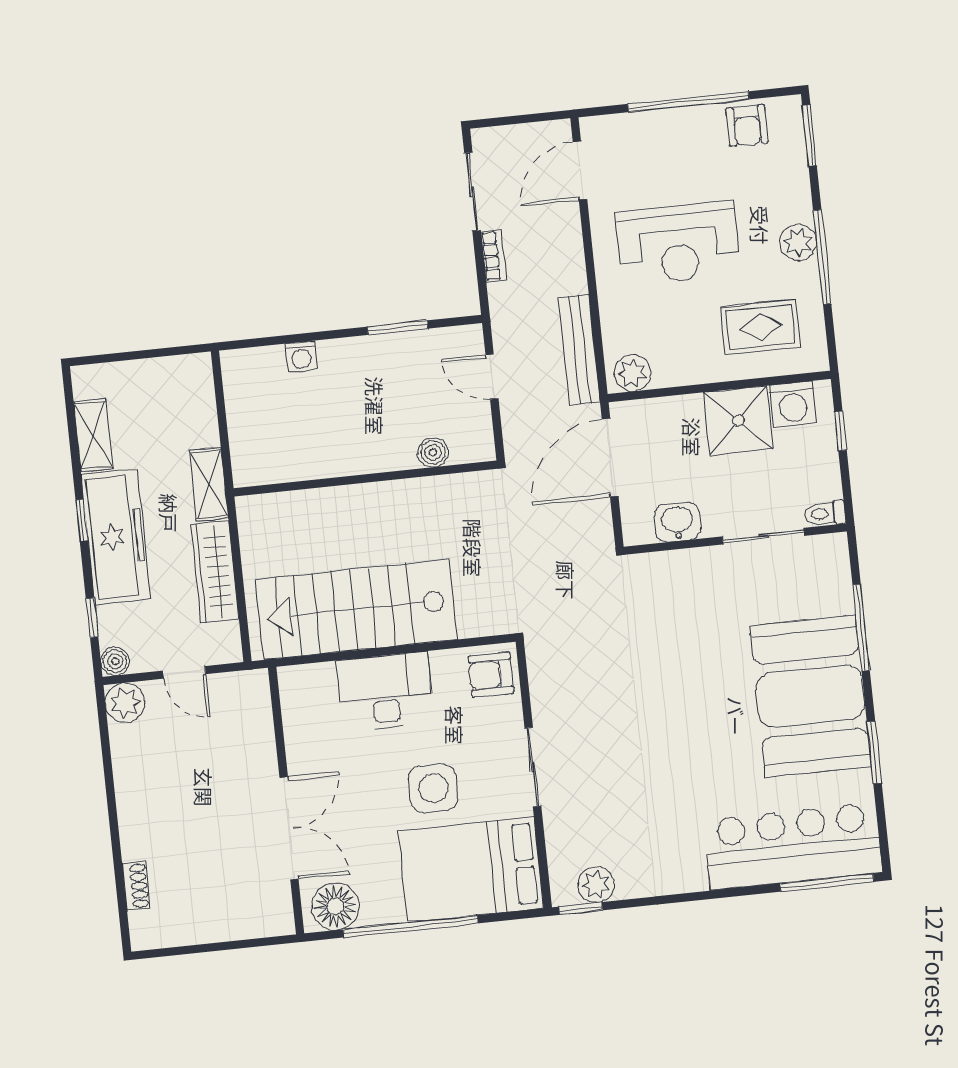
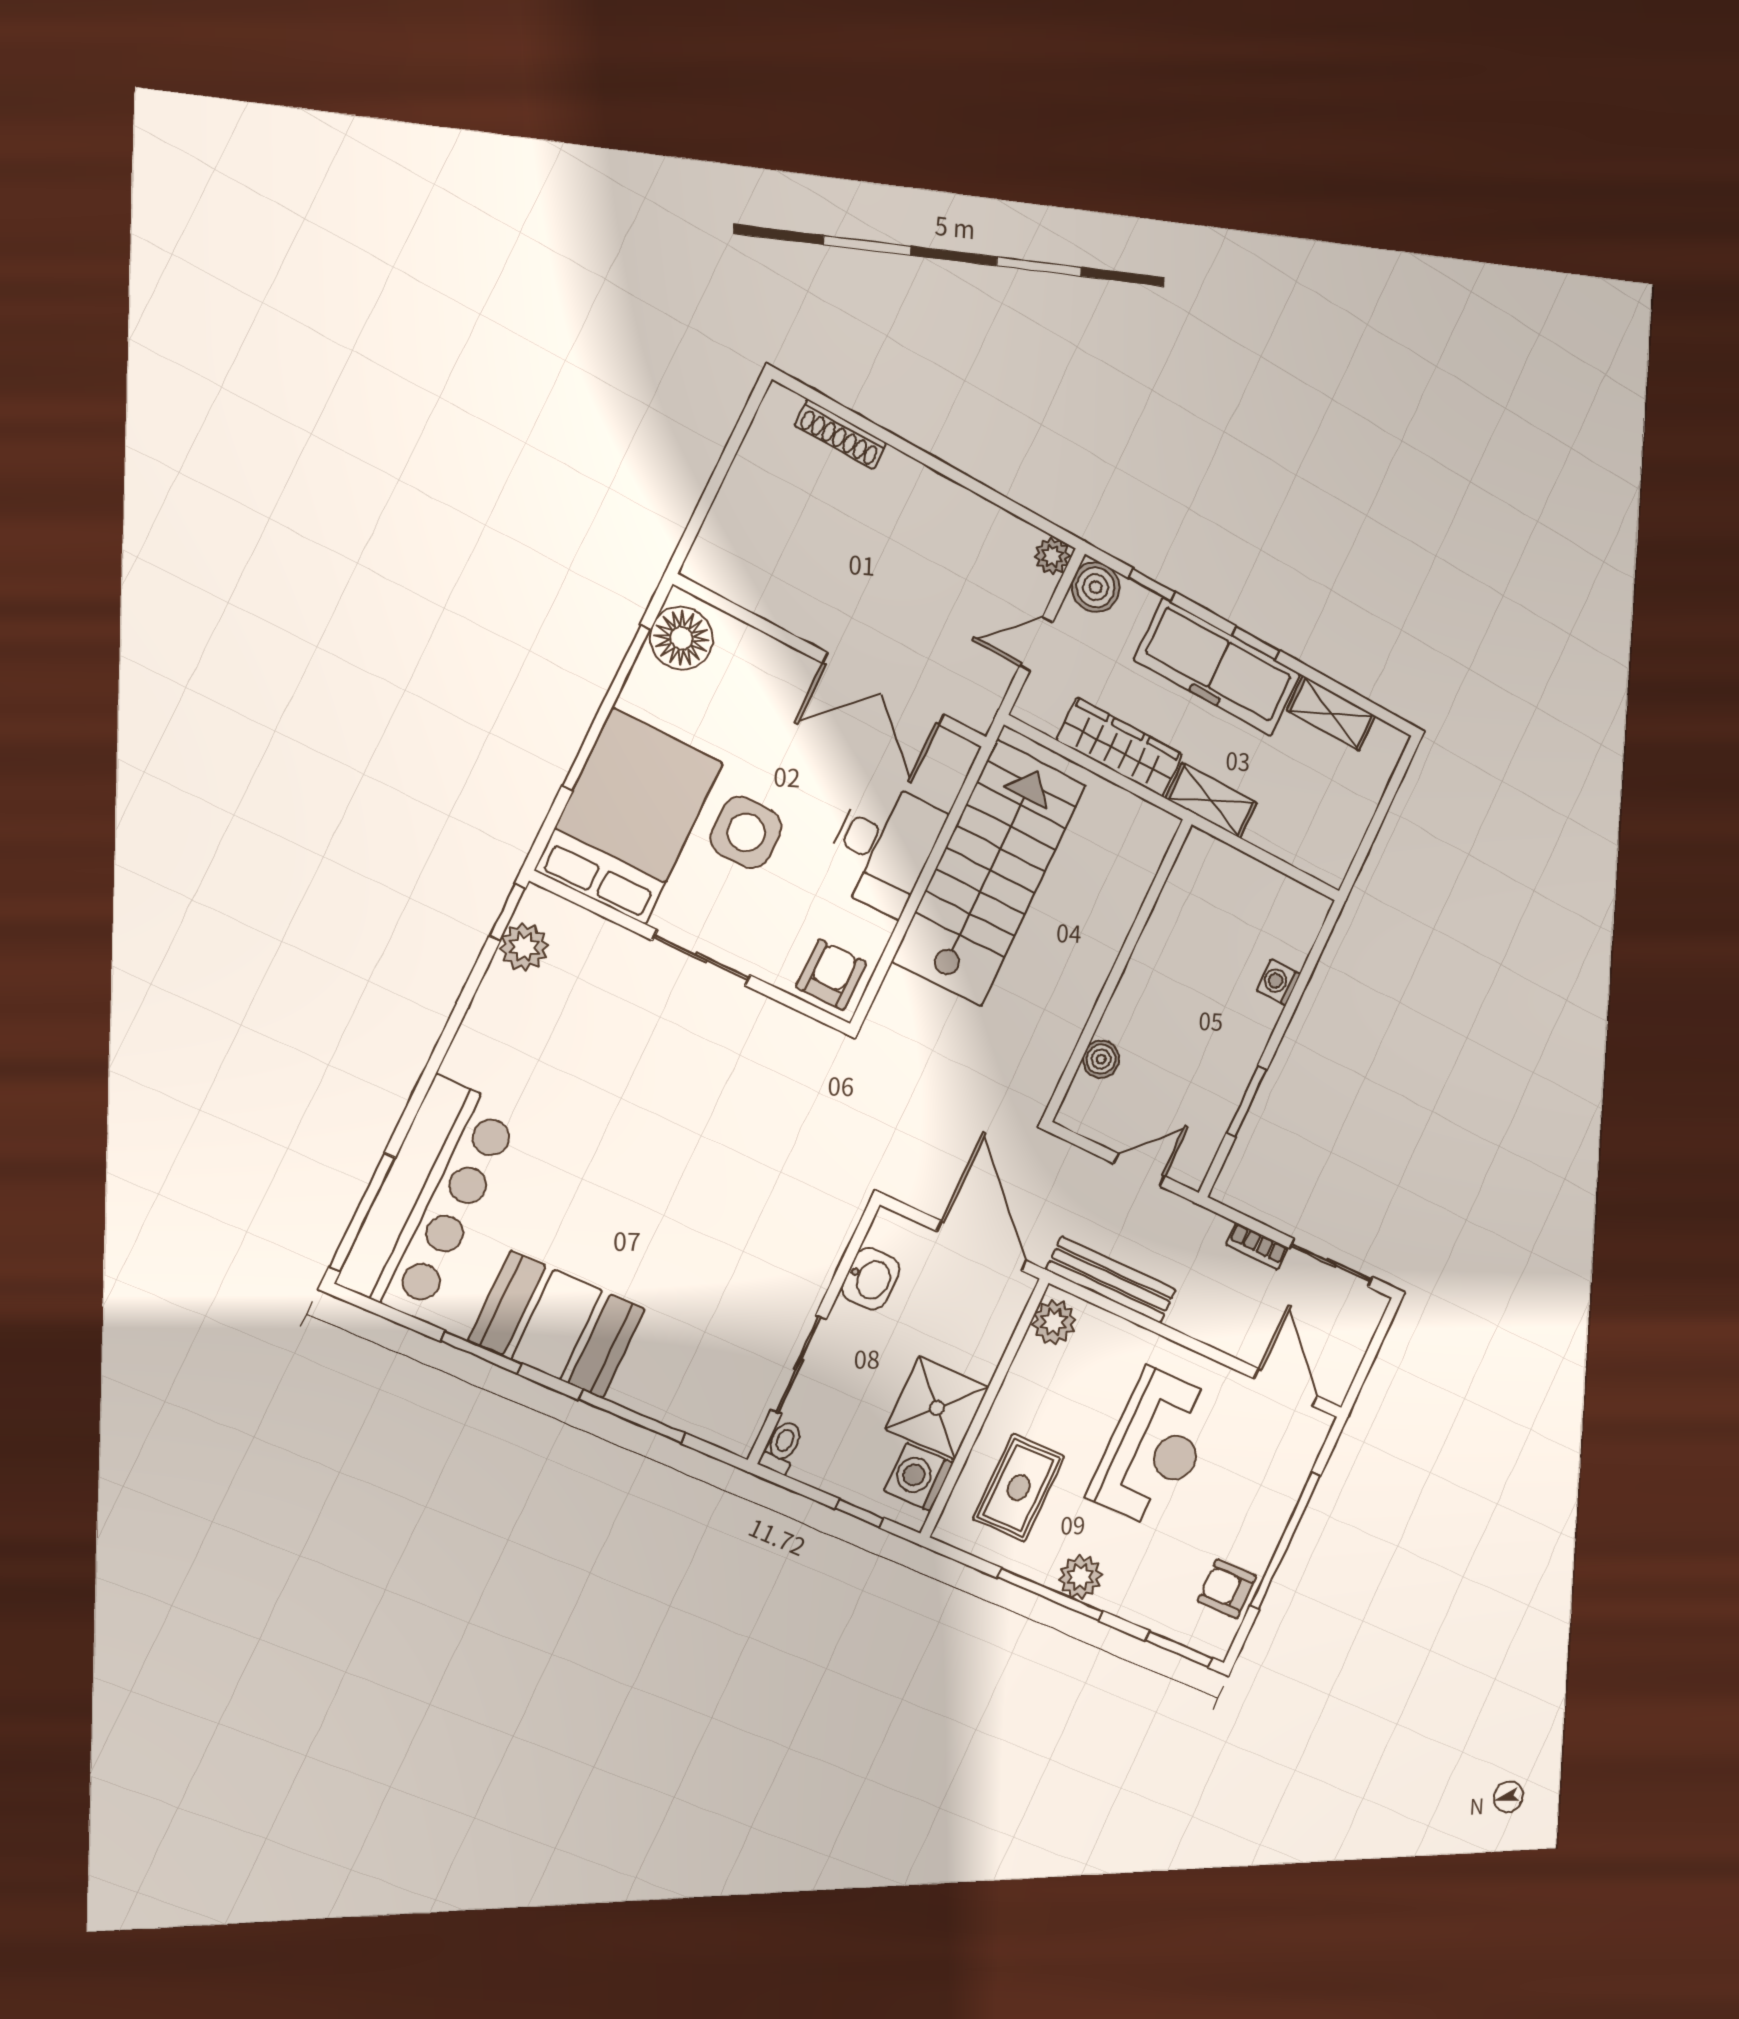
reception desk: (678, 243) -> (1155, 1448), turned 180
boiler: (115, 661) -> (1096, 587), width x1.36, depth x1.36
booth: (810, 696) -> (557, 1325), width x0.73, depth x0.70
plant: (125, 703) -> (1052, 556), width x0.73, depth x0.73
double door: (289, 828) -> (884, 689), moved
shoe rack: (136, 886) -> (841, 434), width x1.43

